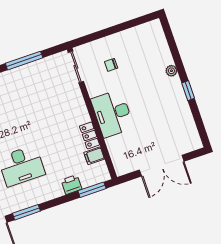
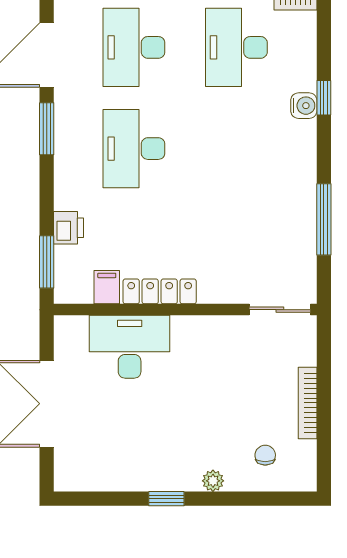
bookcase: (117, 37) -> (308, 403), added
chair: (111, 65) -> (265, 455), moved
desk: (112, 113) -> (130, 347), moved
locker: (90, 135) -> (160, 291), width x1.53

